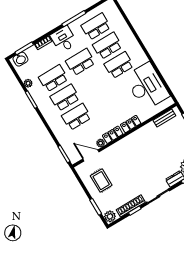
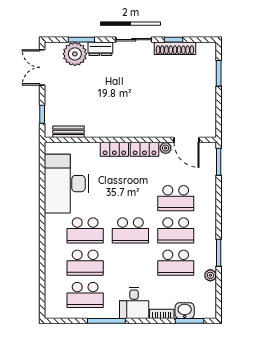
washbasin: (20, 59) -> (185, 311), moved
school desk: (80, 62) -> (130, 230), moved
rug: (101, 181) -> (193, 101), removed
plant: (110, 216) -> (208, 51), removed

